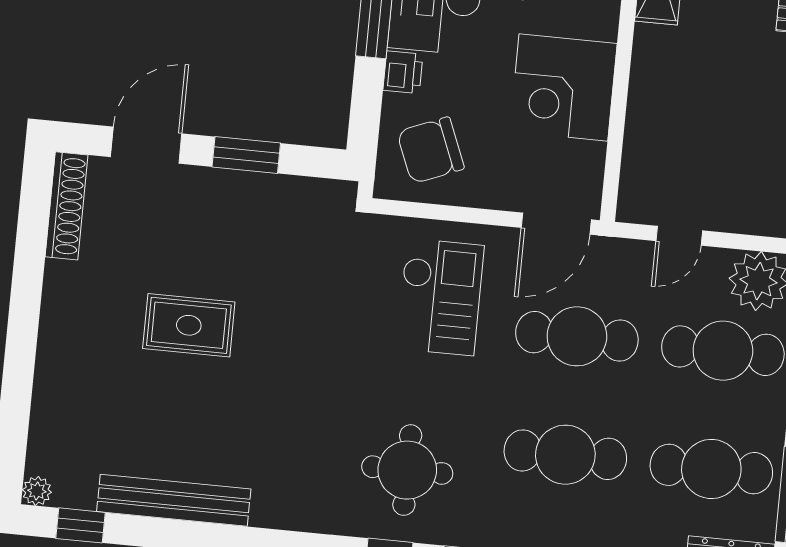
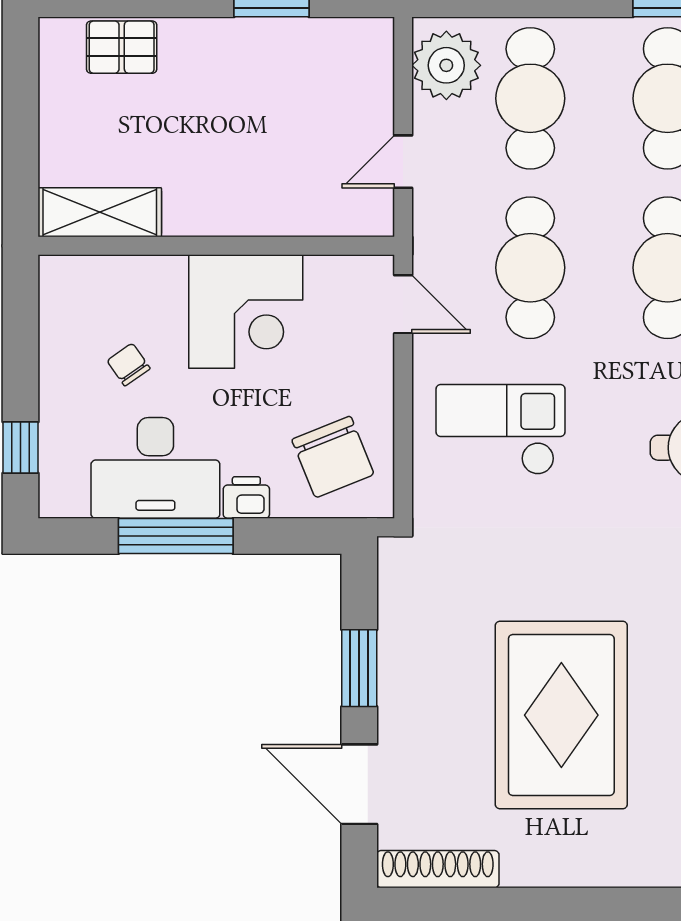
door: (556, 224) -> (403, 304), width x0.73
door: (679, 236) -> (403, 162), swing flipped
rug: (189, 325) -> (561, 715), width x1.86, depth x2.06

